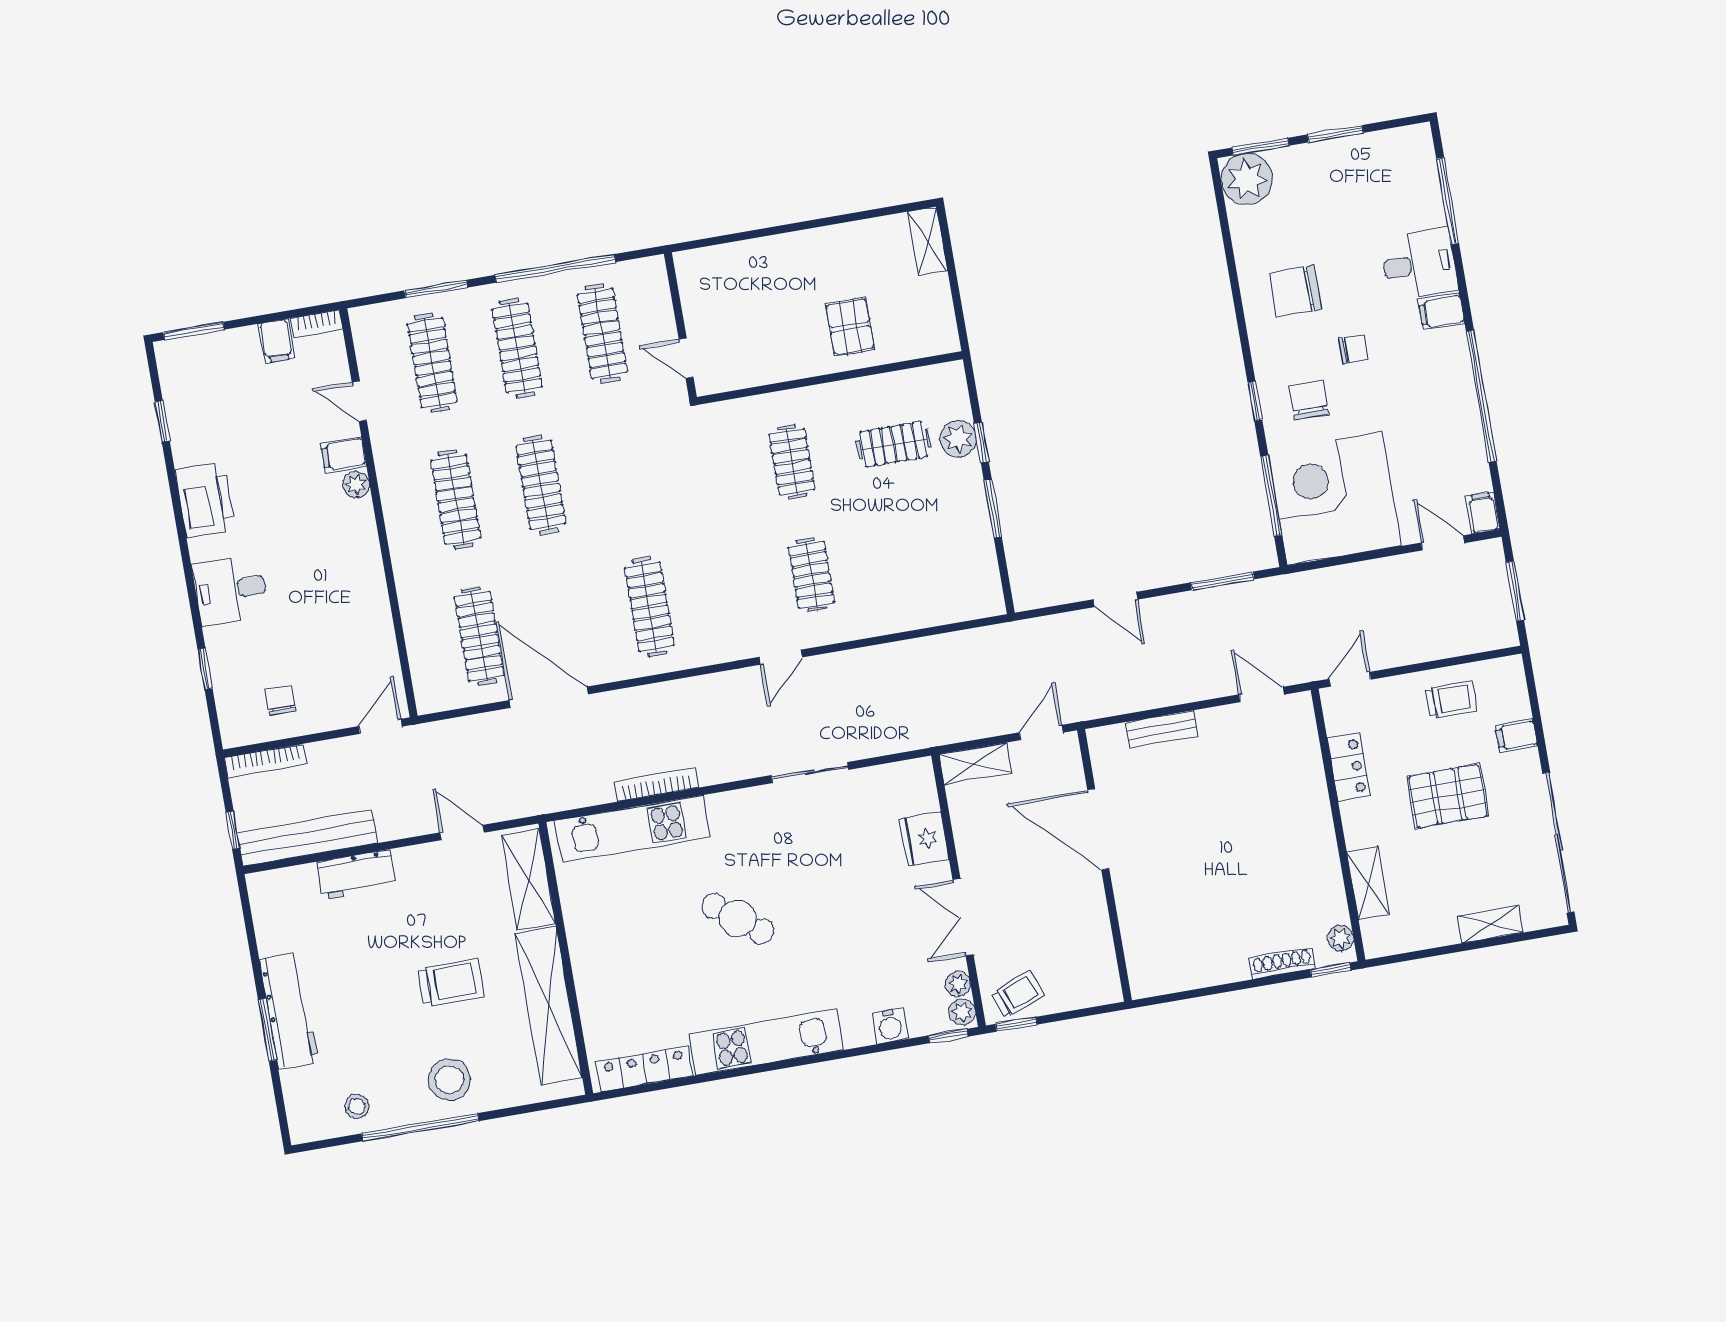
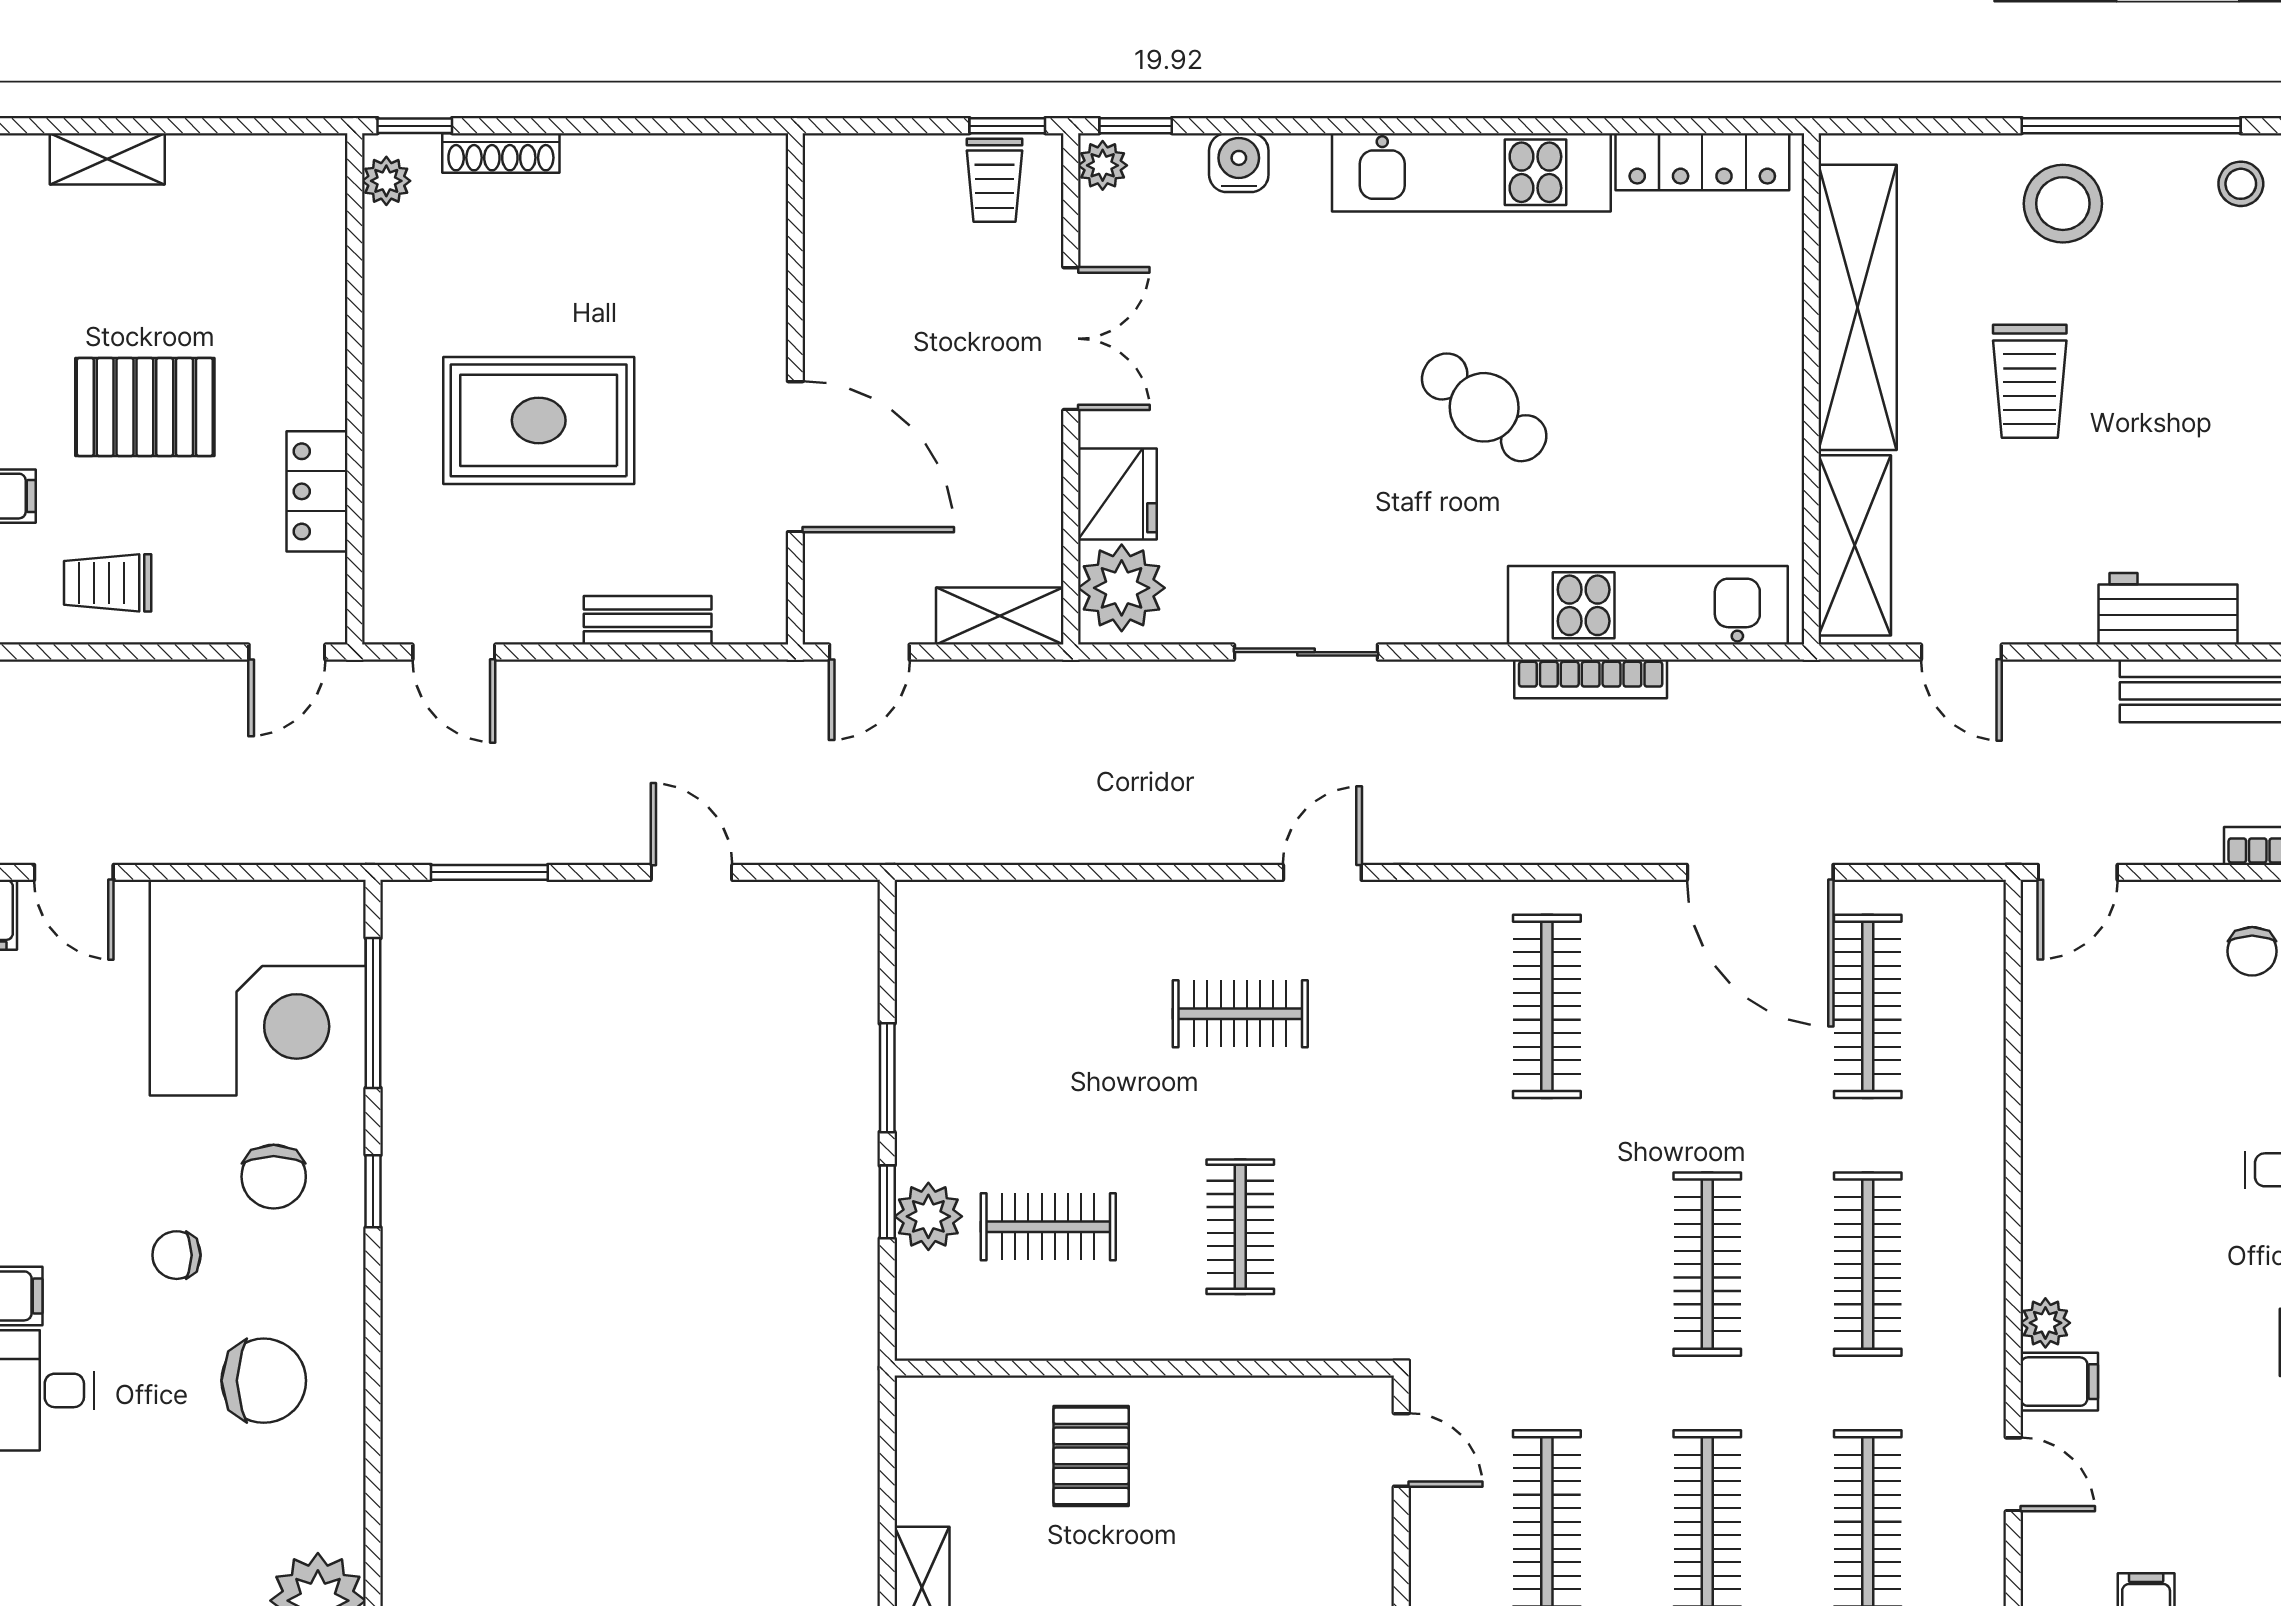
clothes rail: (811, 575) -> (1240, 1014), turned 90
rug: (1238, 825) -> (539, 420), added
shelving: (1368, 883) -> (318, 272), removed
trolley: (451, 982) -> (2030, 381), turned -90
plant: (958, 984) -> (1122, 588), moved, width x1.88, depth x1.88
trolley: (1018, 994) -> (994, 180), turned -69

